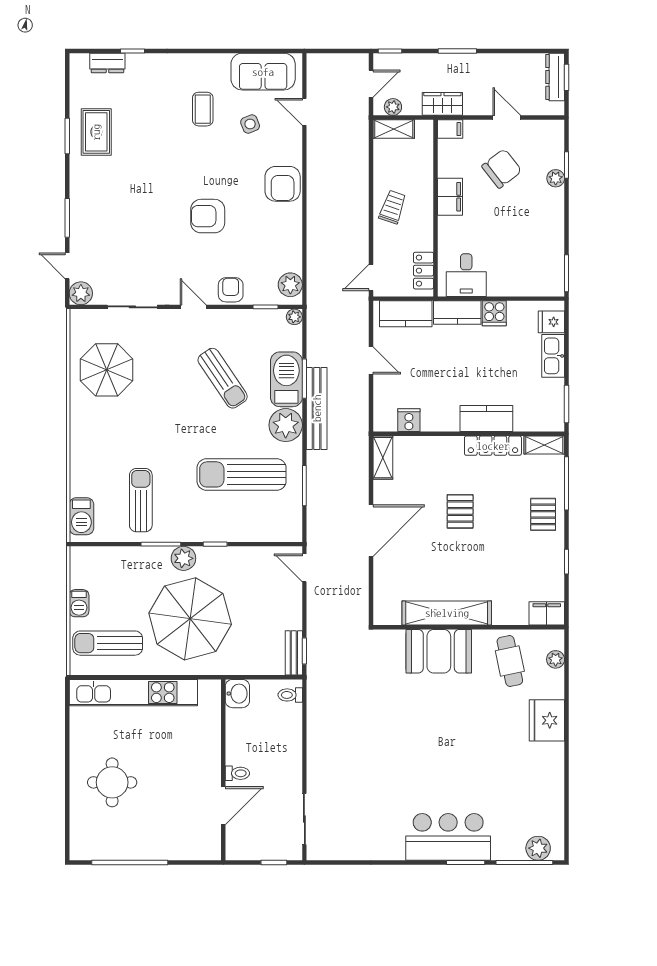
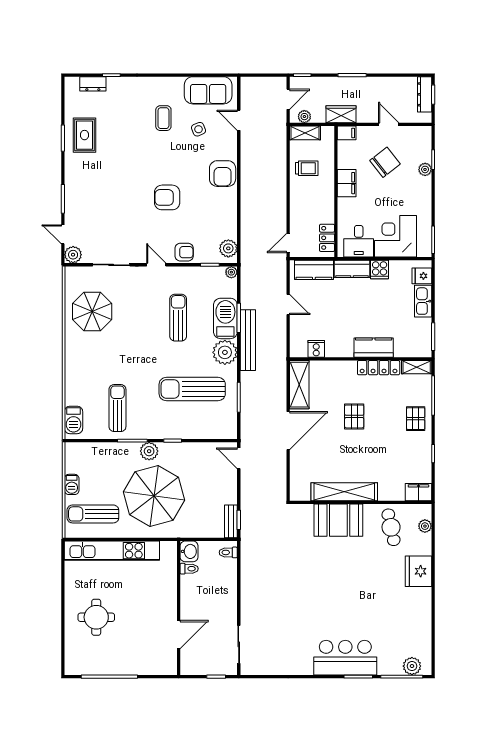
trolley: (393, 207) -> (307, 168), moved, turned 71
corner desk: (516, 268) -> (396, 236), added
armchair: (231, 290) -> (184, 252), turned 90
sun lounger: (223, 378) -> (178, 318), turned -146
shelving: (383, 458) -> (299, 385), width x1.50, depth x1.33
toilet: (237, 773) -> (189, 569), moved

